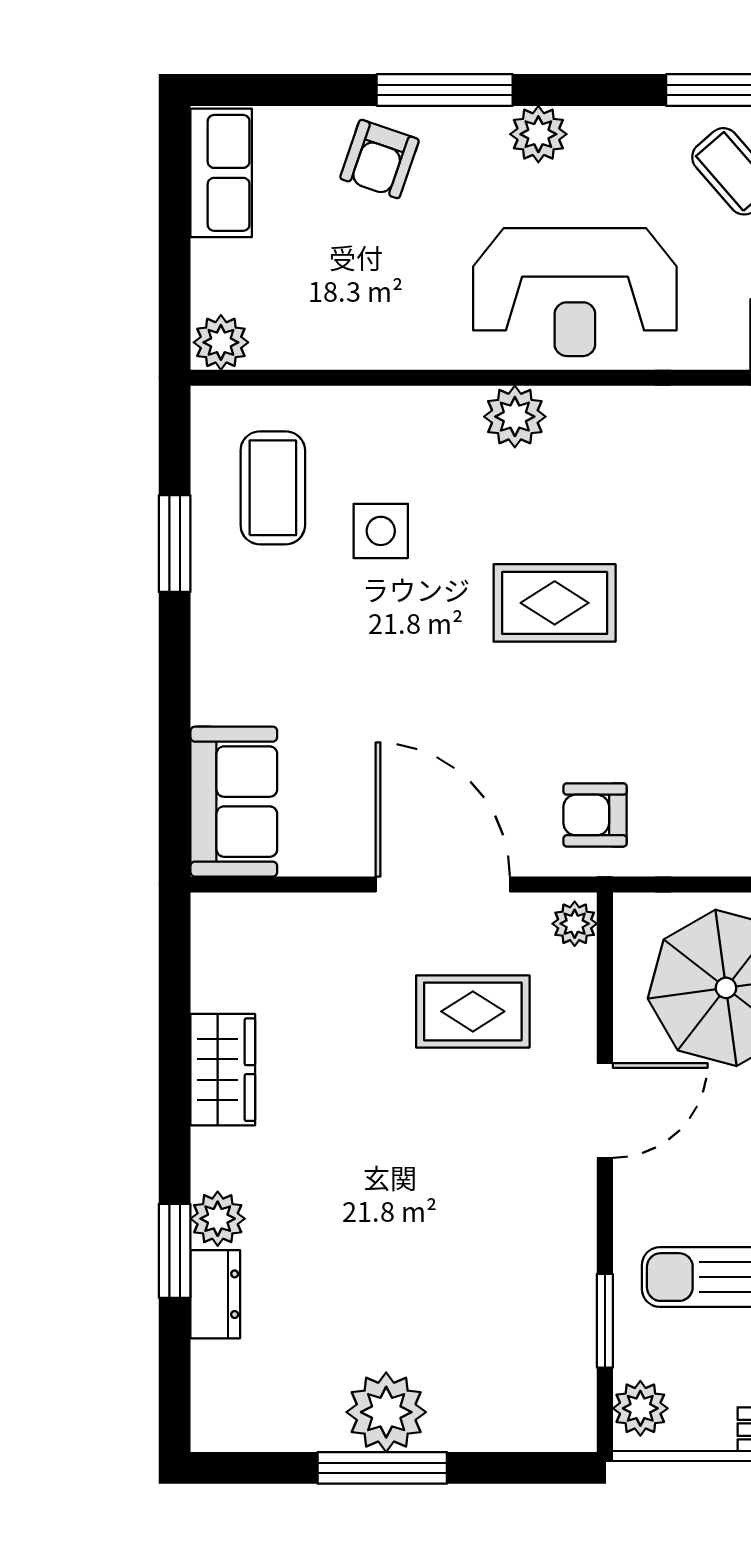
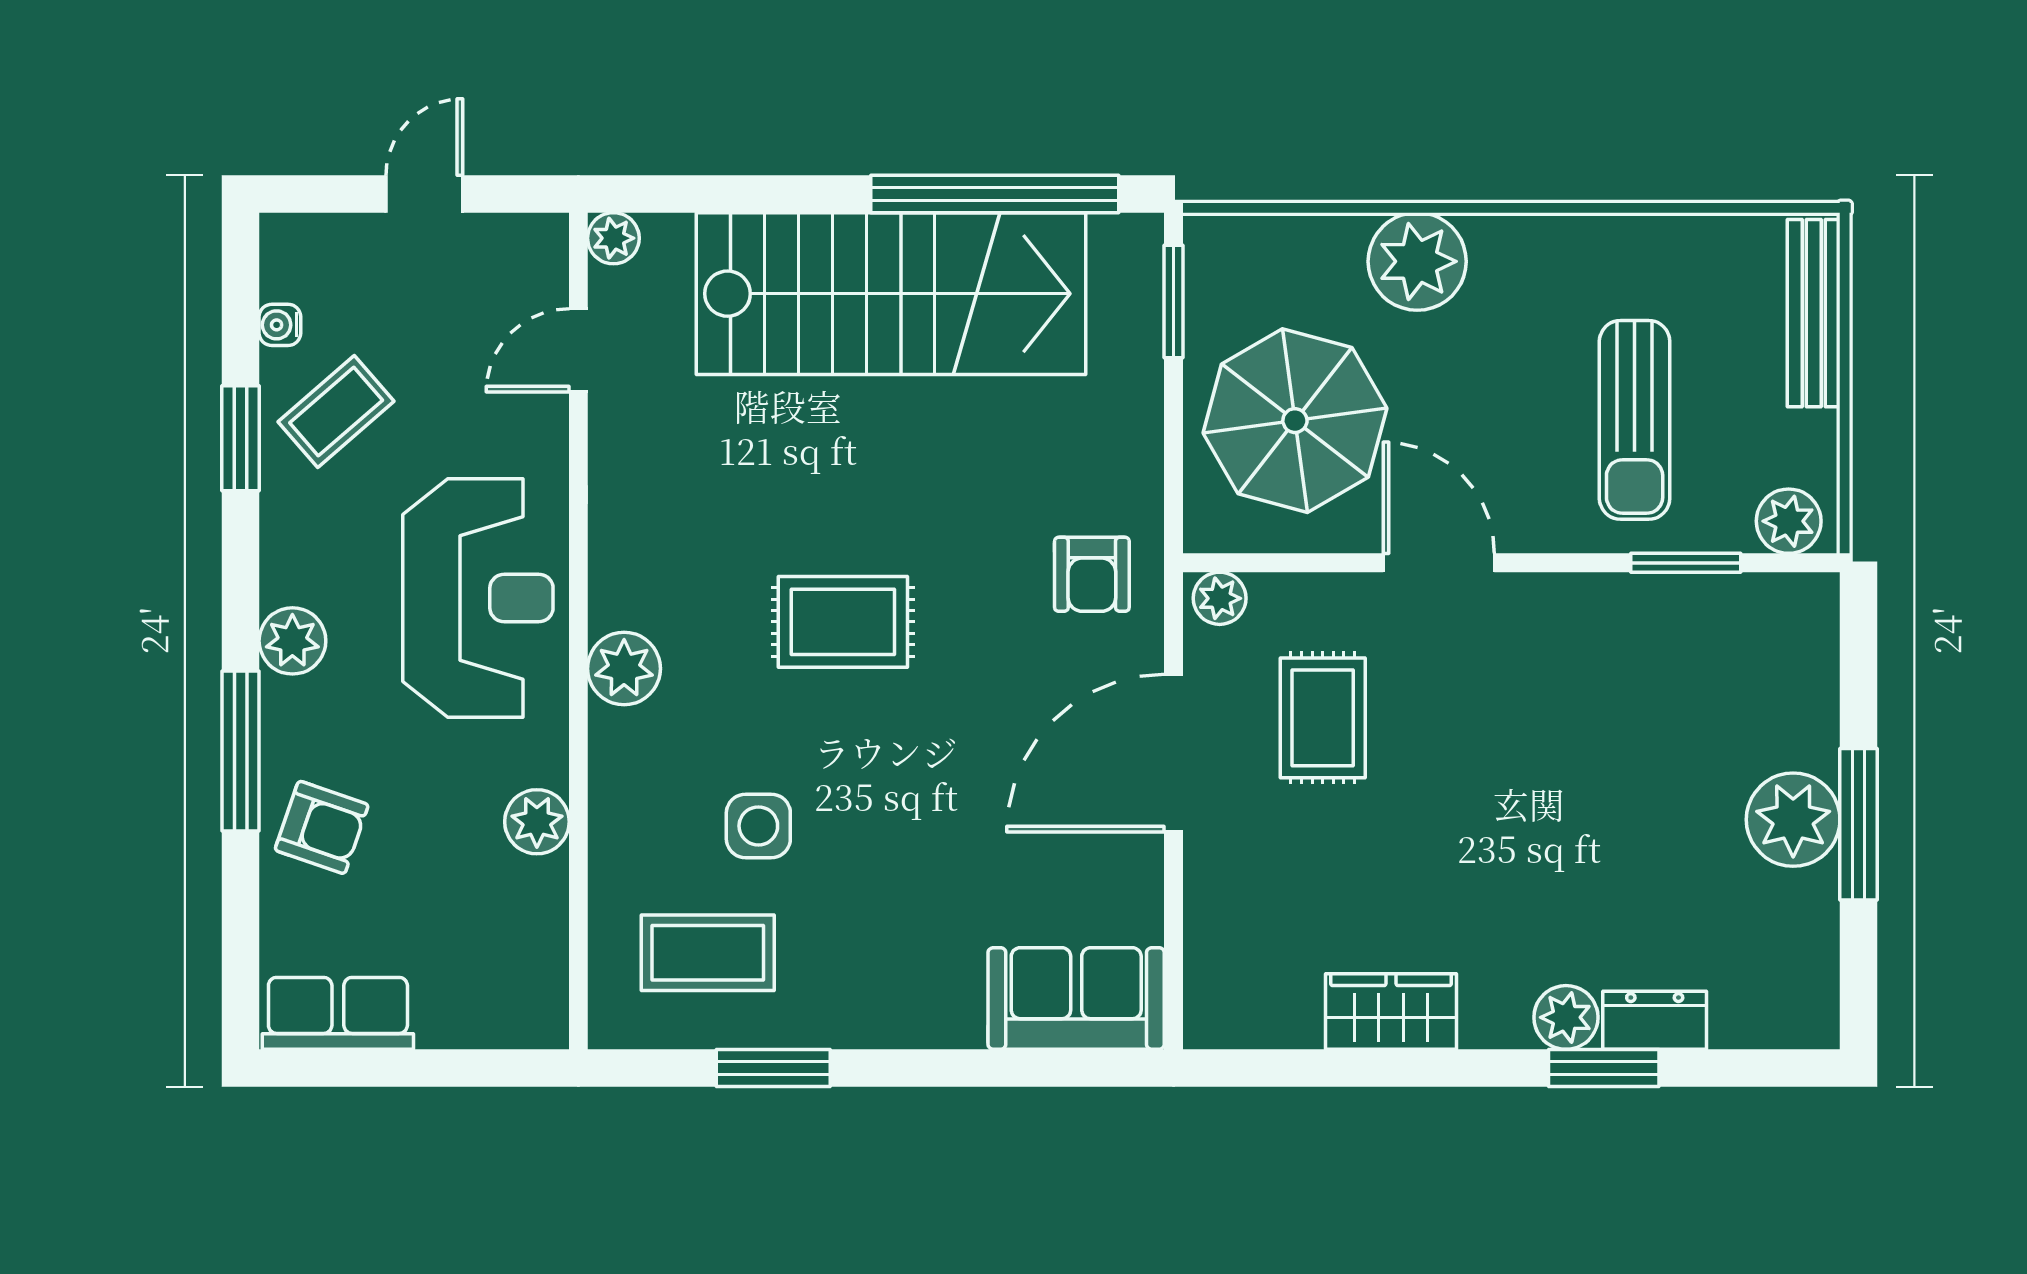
plant: (221, 342) -> (537, 822), moved
rug: (555, 603) -> (843, 622), turned 90

